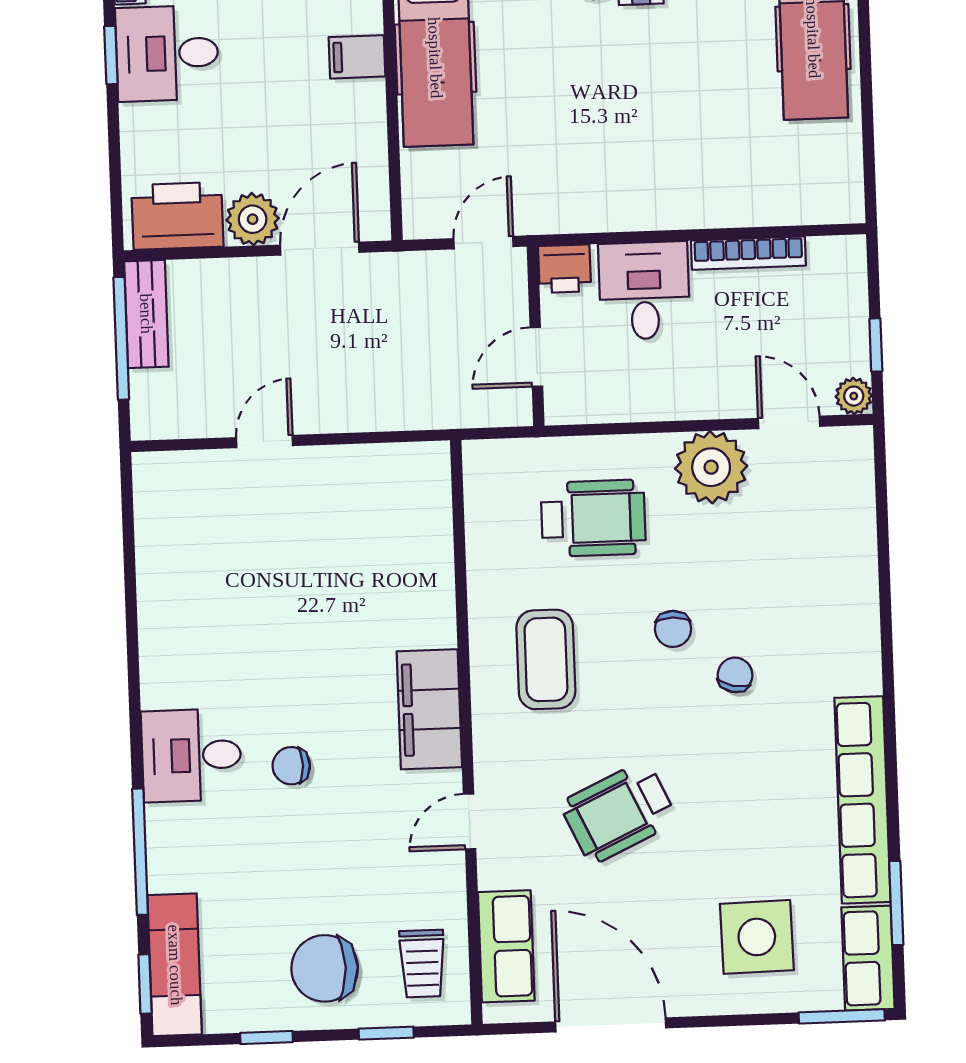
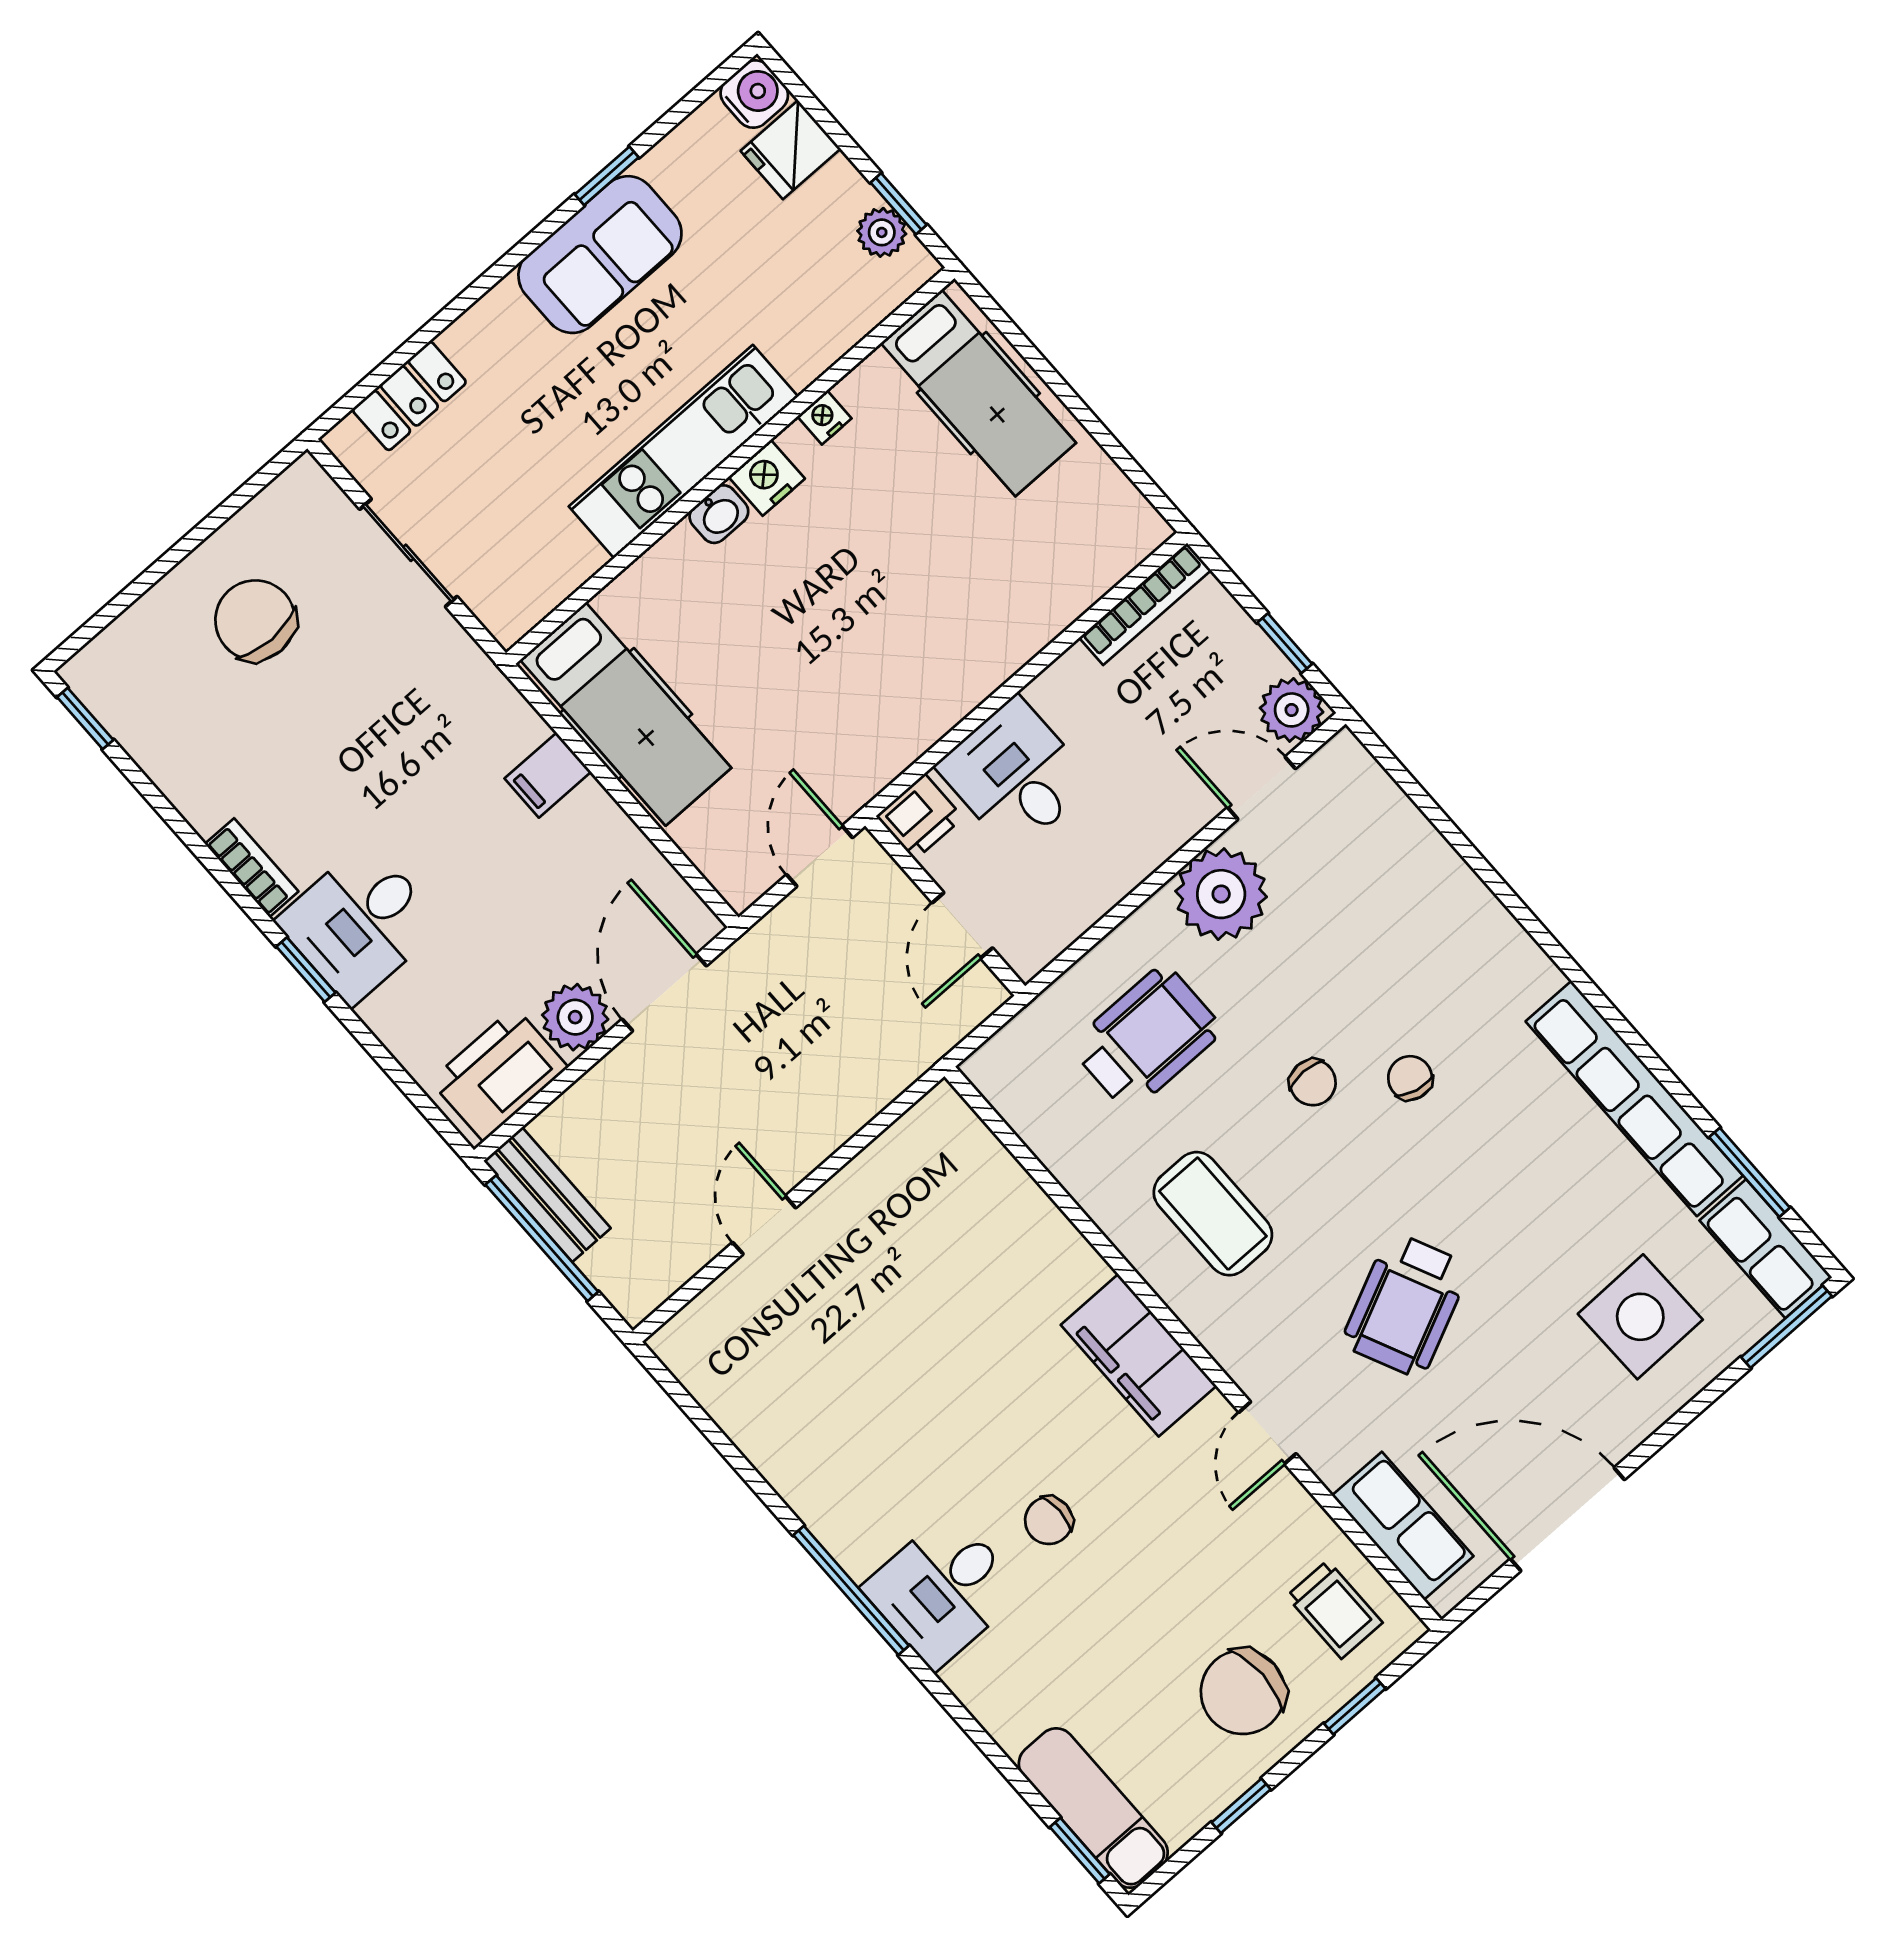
bookcase: (748, 253) -> (1145, 604), moved
plant: (854, 396) -> (1292, 710), width x1.38, depth x1.38
window: (140, 852) -> (851, 1590), moved

